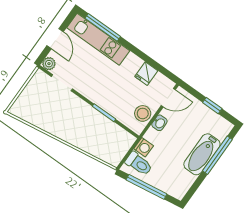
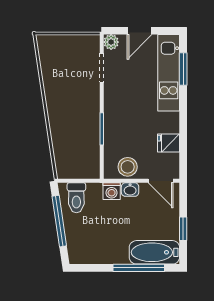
window: (103, 27) -> (183, 69), width x0.69
washing machine: (144, 147) -> (112, 191), moved
bathtub: (202, 154) -> (154, 252), moved

